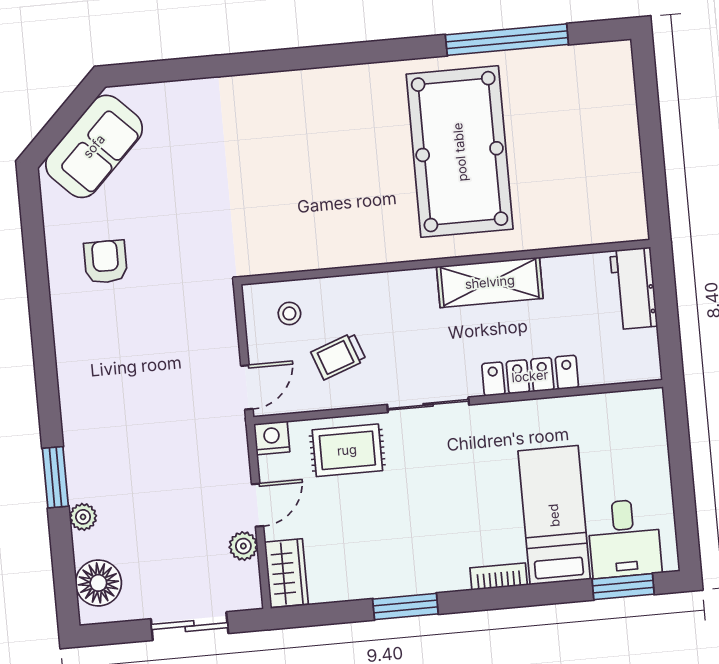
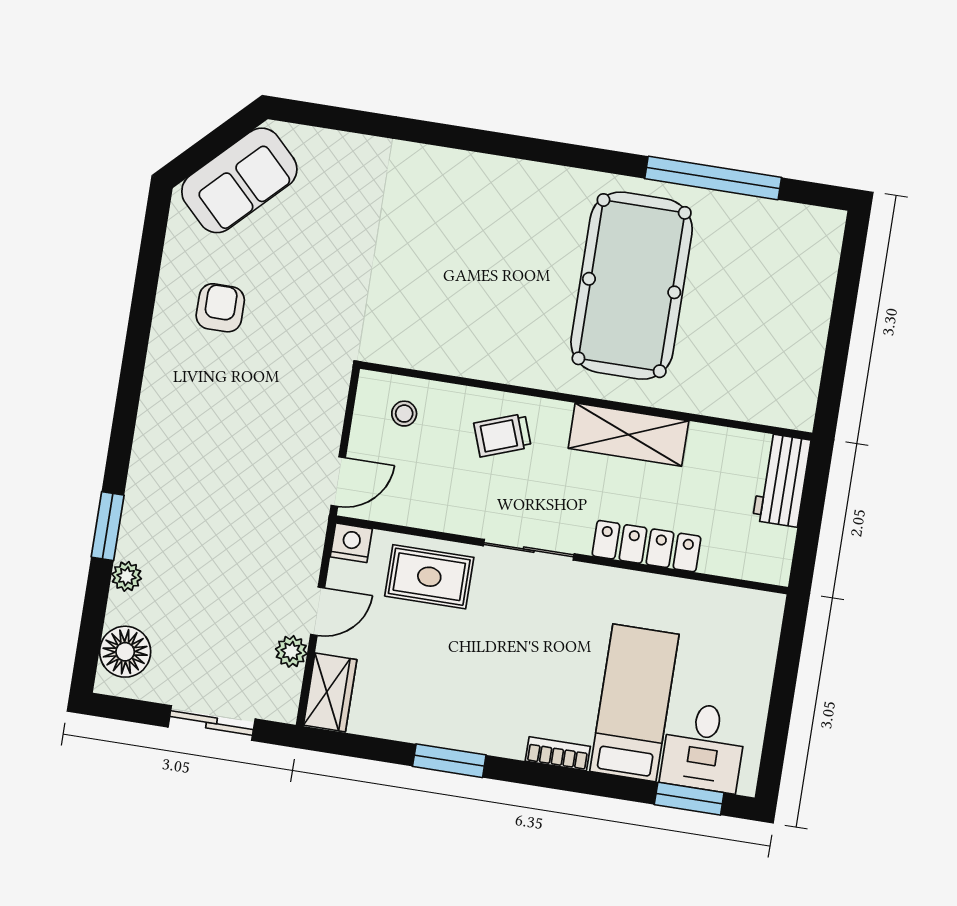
trolley: (339, 356) -> (502, 435), moved

